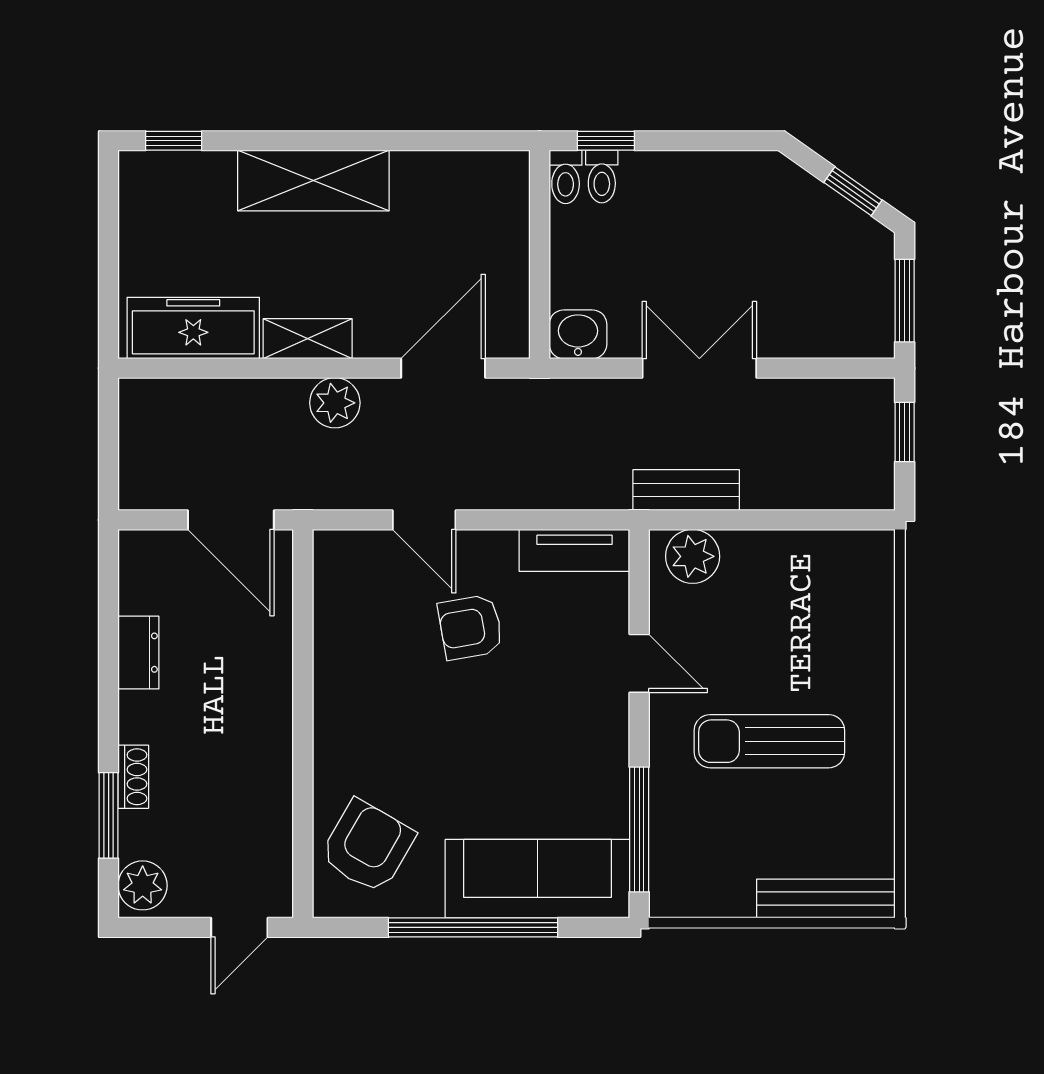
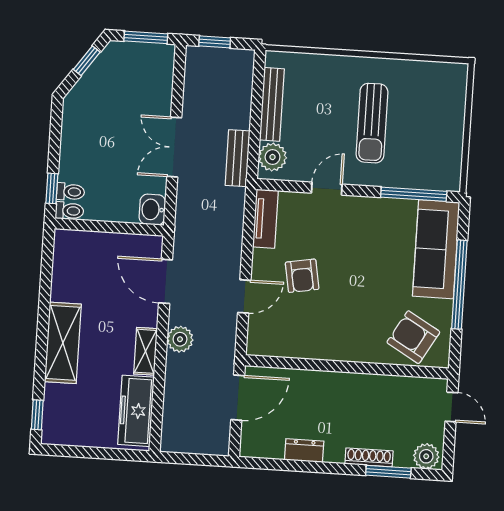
shoe rack: (133, 777) -> (369, 457), width x1.43
bench: (826, 898) -> (272, 104), moved

